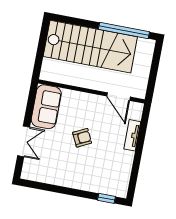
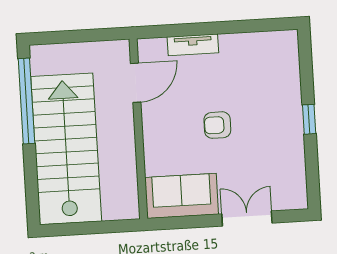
armchair: (82, 138) -> (217, 125), turned -64
window: (106, 198) -> (309, 119), moved

